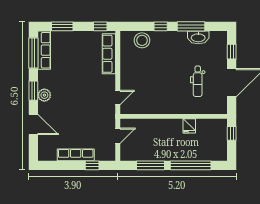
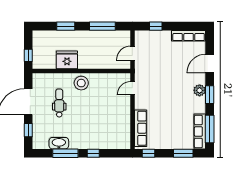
stool: (142, 40) -> (81, 83), moved
door: (33, 124) -> (210, 64), hinge flipped
fridge: (189, 126) -> (67, 60), width x1.88, depth x1.34
row of seats: (76, 155) -> (189, 36), moved
window: (191, 165) -> (66, 26), width x0.47

